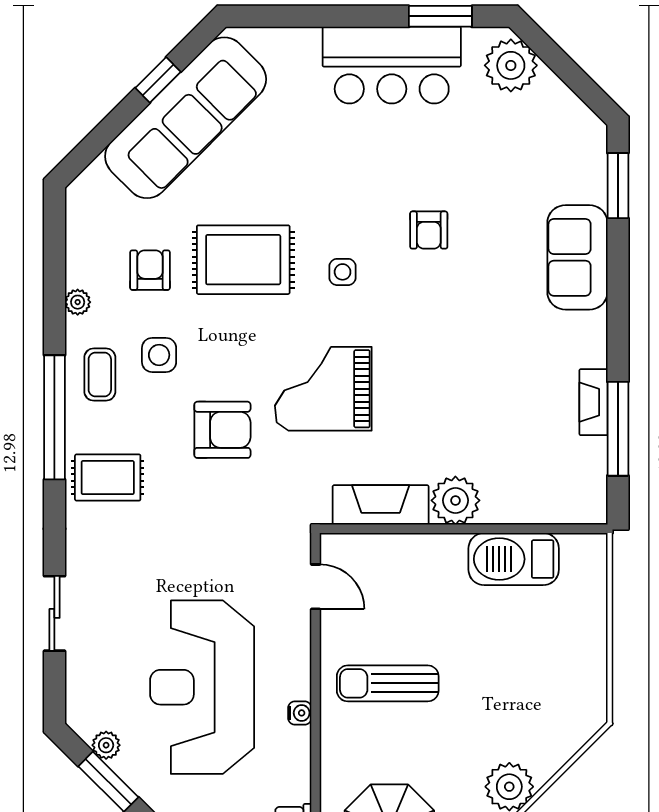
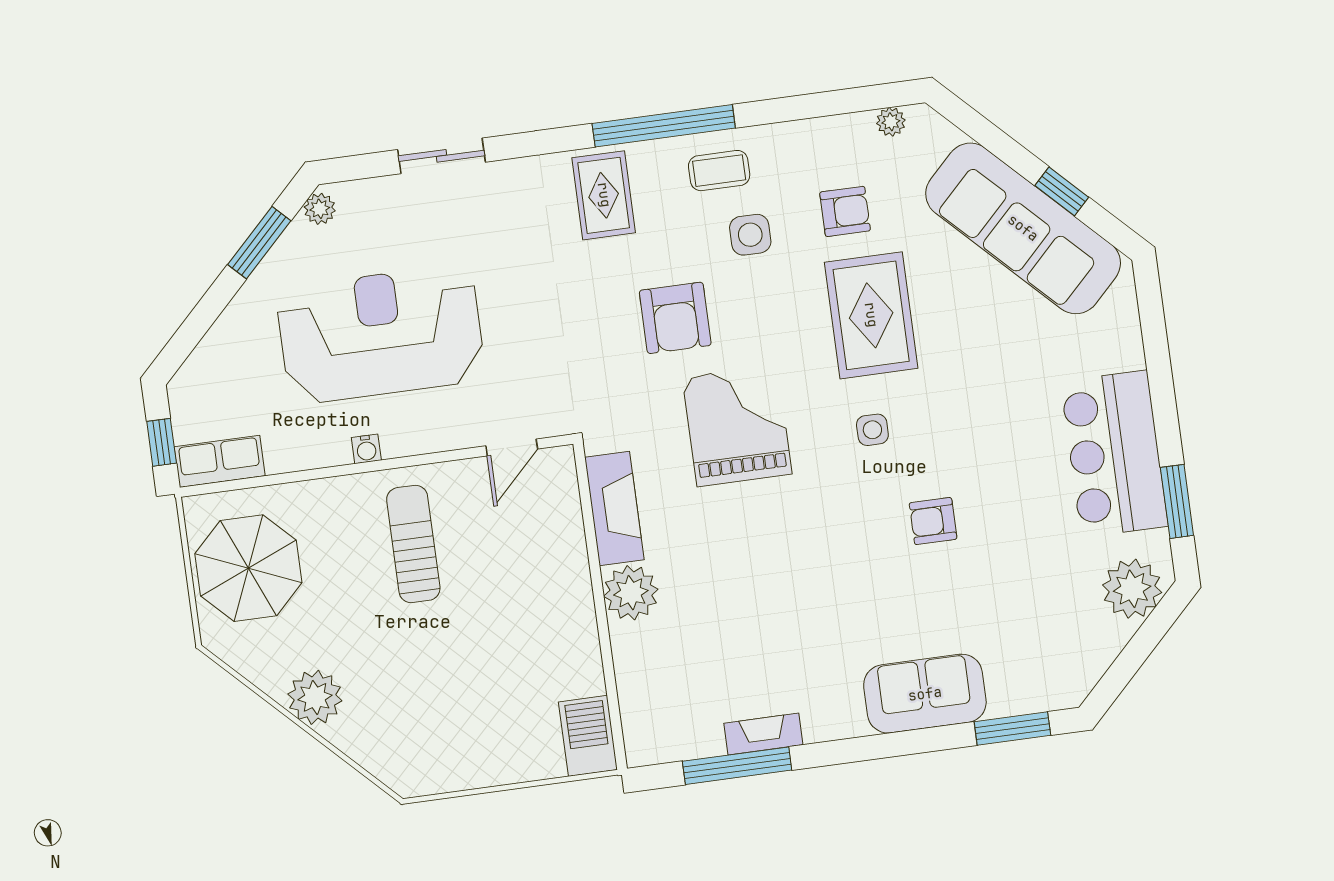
plant: (78, 302) -> (891, 122), moved
barbecue: (514, 559) -> (588, 736), moved, width x0.73, depth x0.83
plant: (106, 745) -> (320, 209), moved

